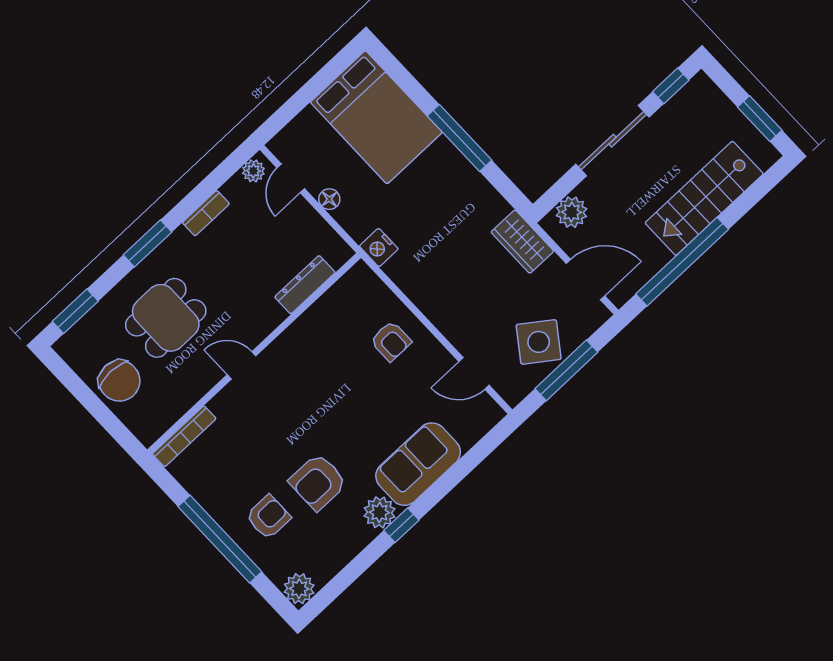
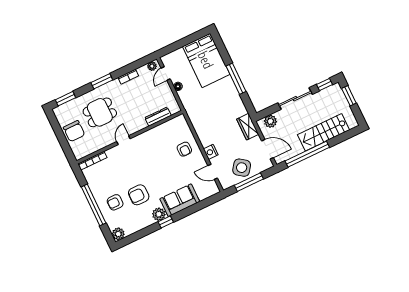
window: (760, 119) -> (349, 96), moved
nightstand: (379, 248) -> (211, 152), moved
door: (242, 365) -> (123, 140), hinge flipped
armchair: (268, 517) -> (115, 202), turned 180

